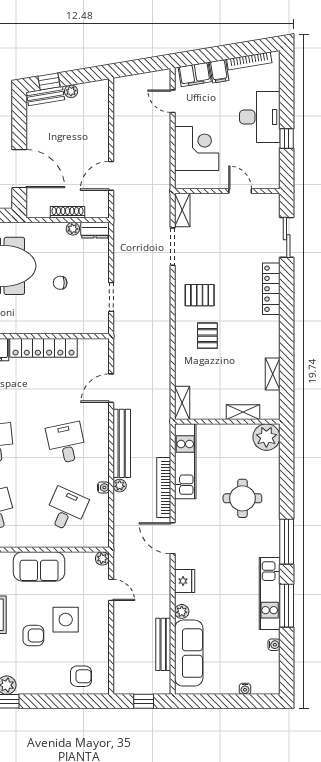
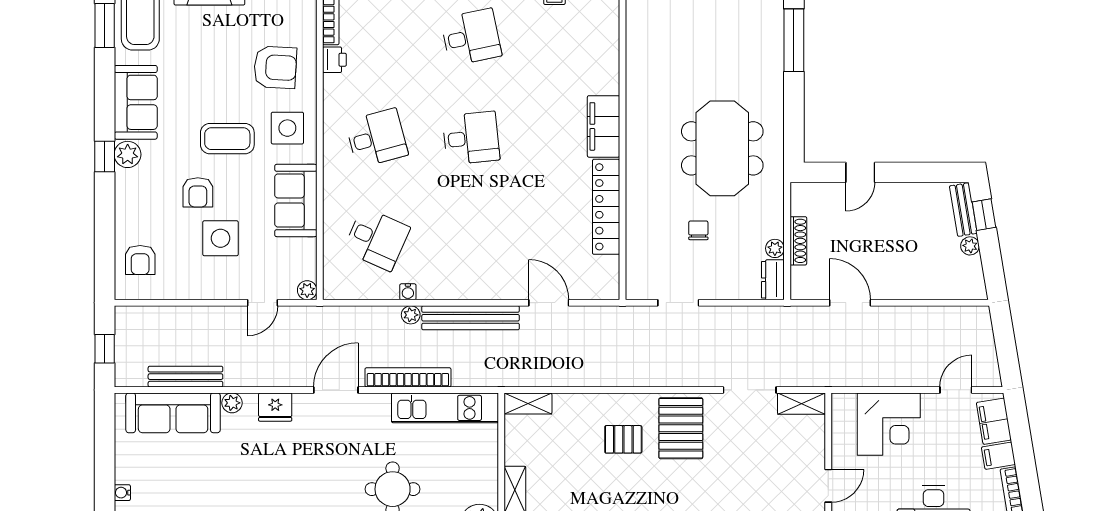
door: (19, 169) -> (860, 172), width x0.53
pallet: (200, 295) -> (681, 428), width x1.50, depth x1.42
desk: (66, 443) -> (471, 239), removed

